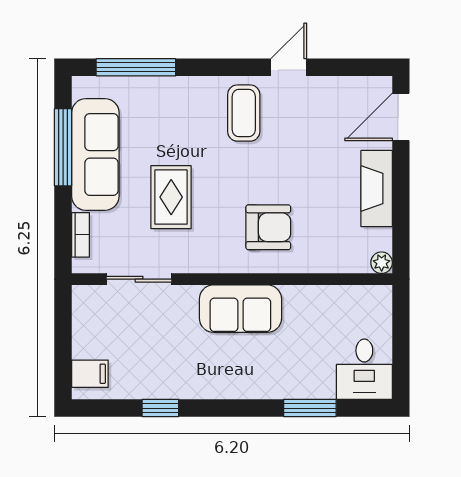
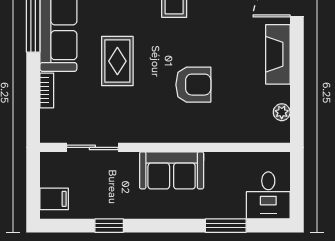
sliding door: (139, 279) -> (92, 147), moved
wall: (232, 279) -> (165, 147), moved
sofa: (240, 309) -> (172, 170), moved

